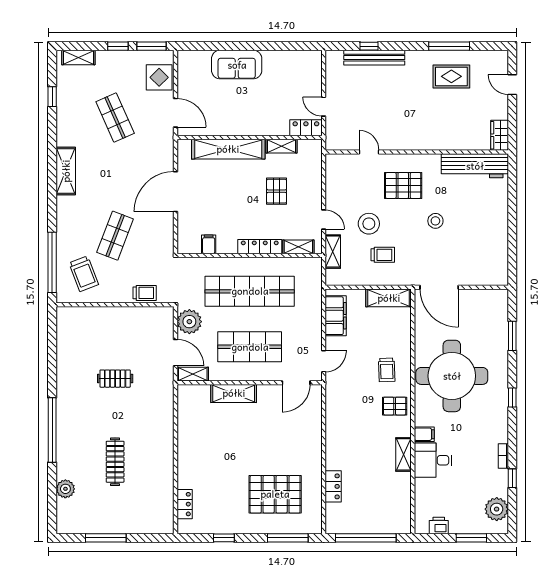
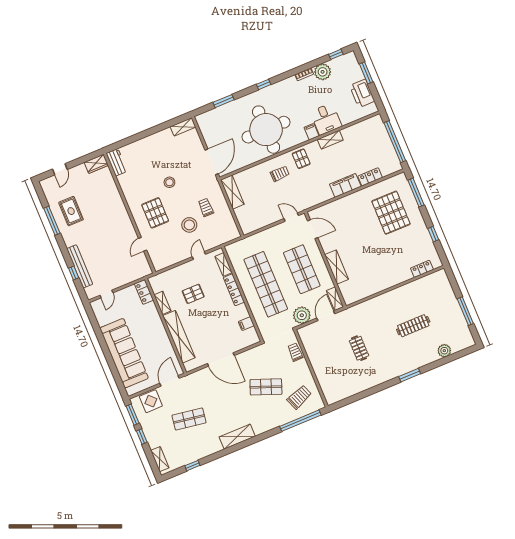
sofa: (237, 65) -> (124, 353), width x1.85, depth x1.27
door: (324, 107) -> (106, 294), moved
shop shelf: (115, 117) -> (189, 419), turned 33
workbench: (475, 166) -> (117, 162), width x0.53, depth x0.76
shelving: (333, 252) -> (183, 127), moved
filing cabinet: (336, 316) -> (345, 185), moved
window: (52, 430) -> (410, 375), width x0.47
window: (512, 478) -> (336, 54), moved
plant: (497, 509) -> (323, 72), moved
printer: (439, 526) -> (362, 93), width x1.87, depth x1.48

